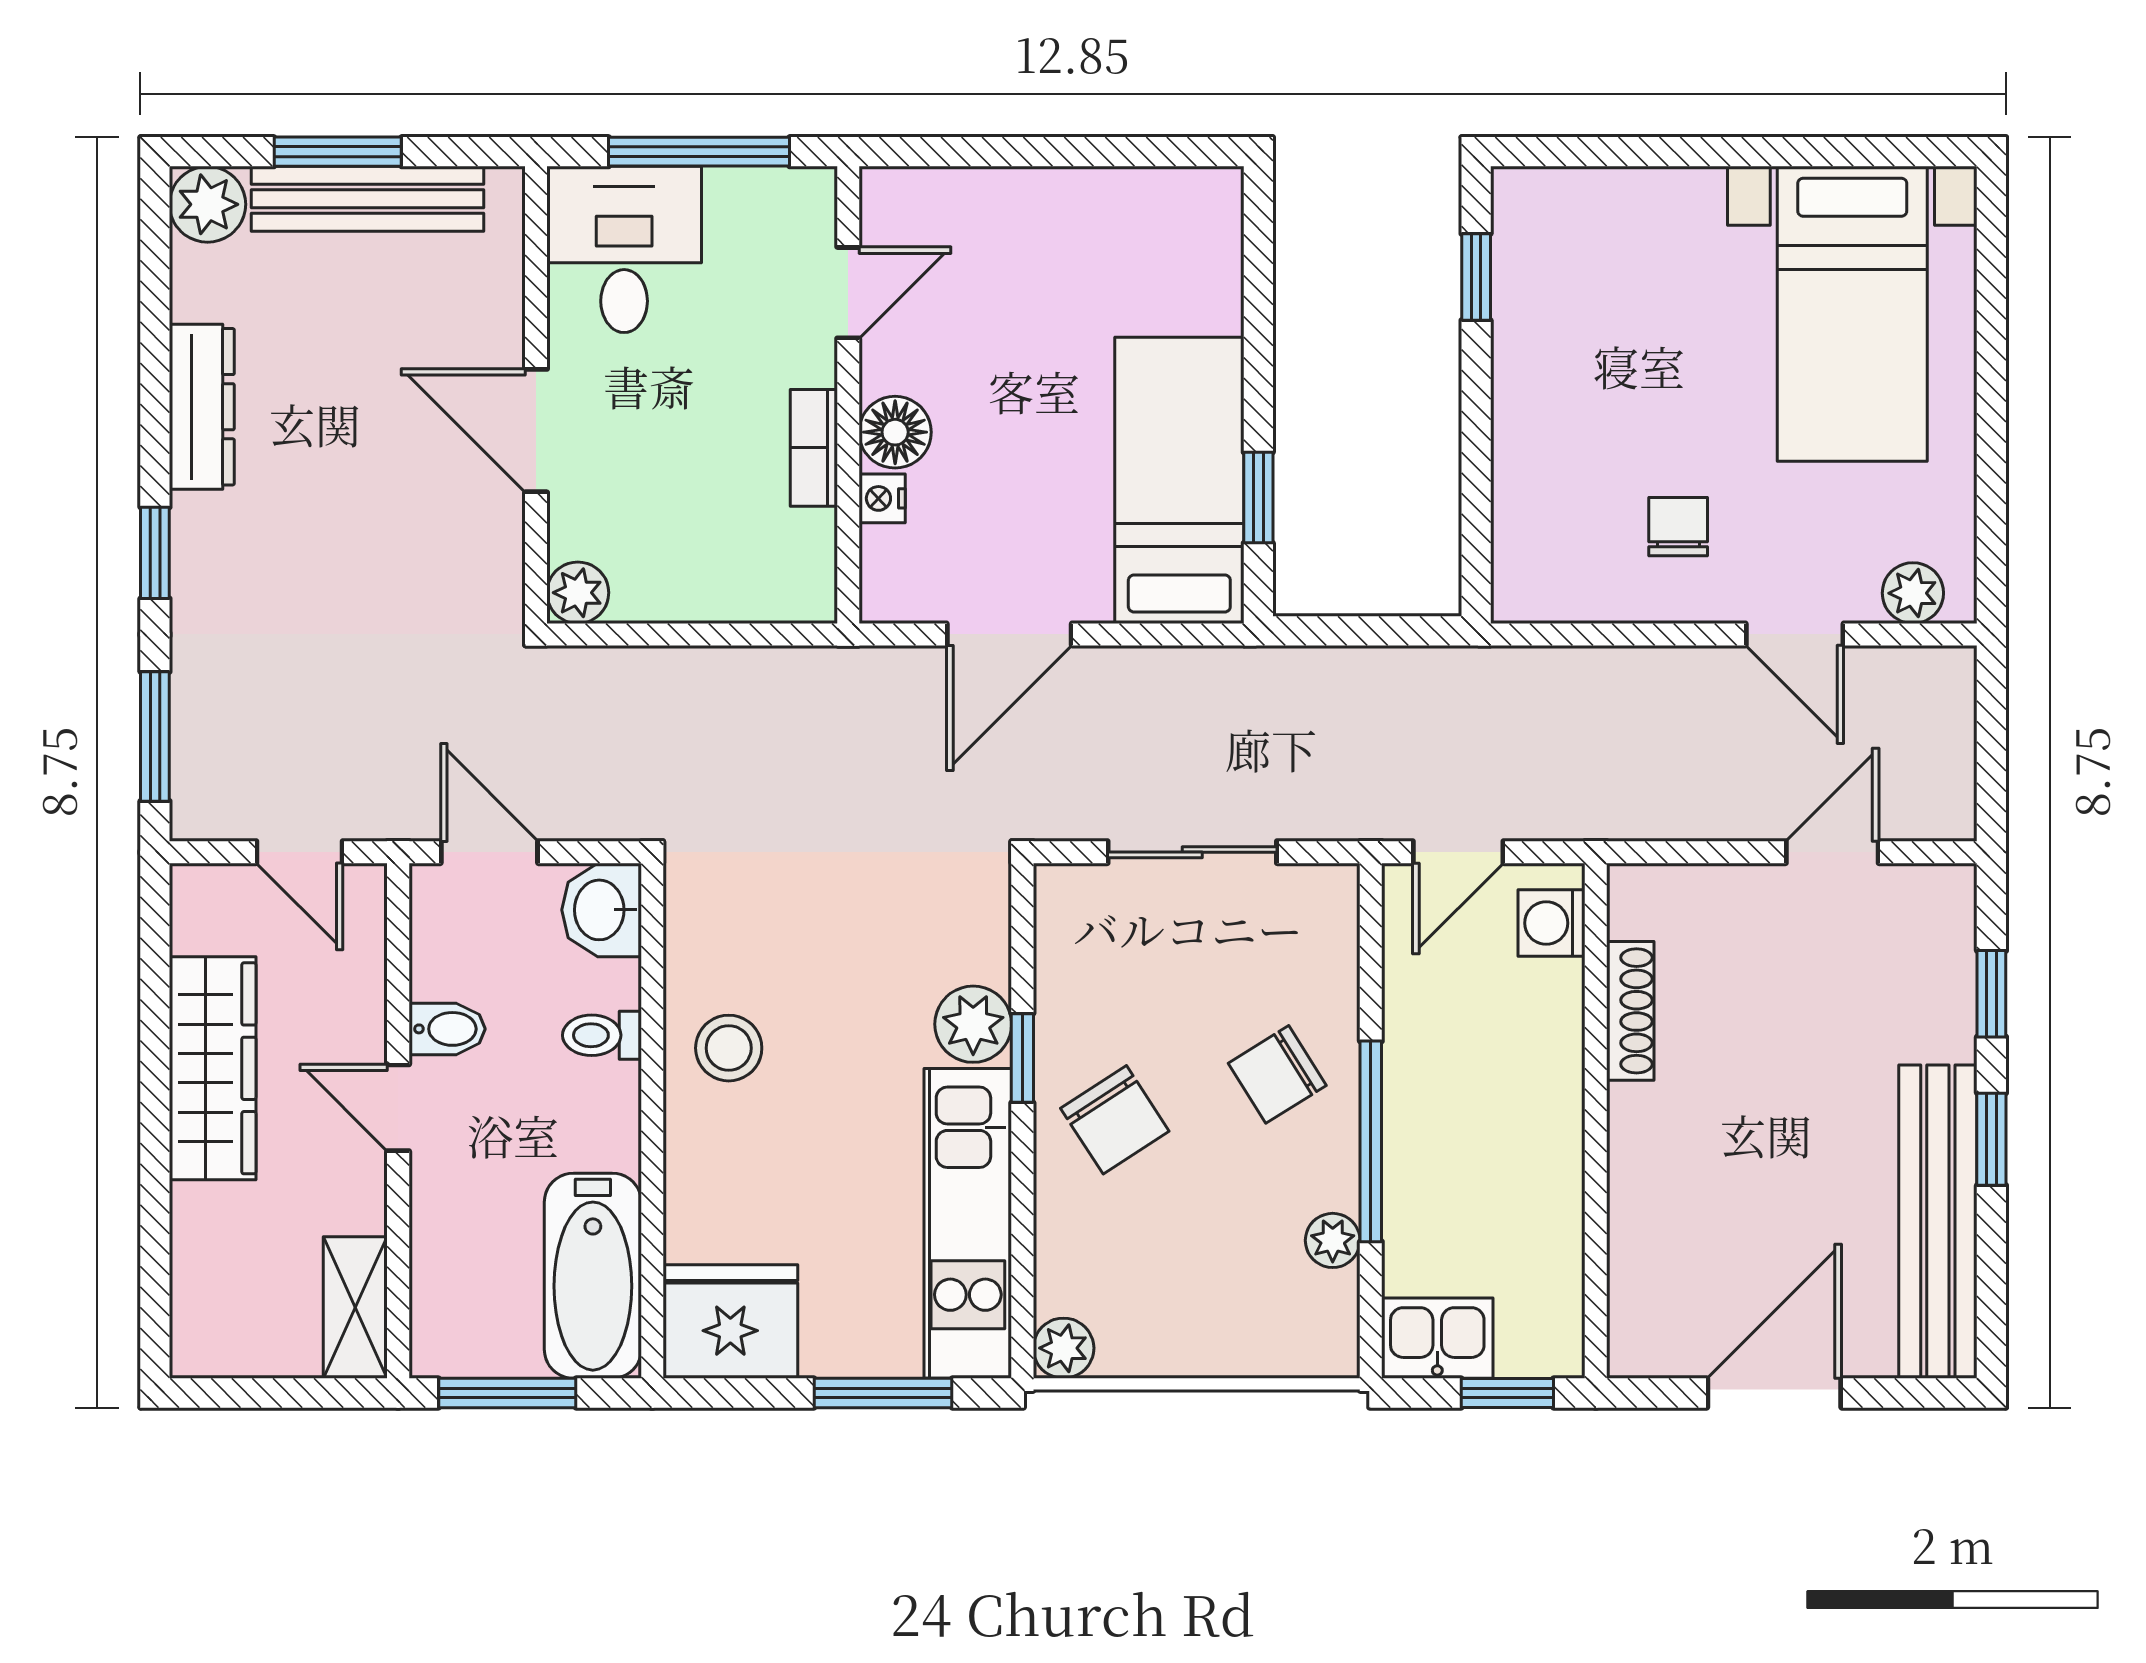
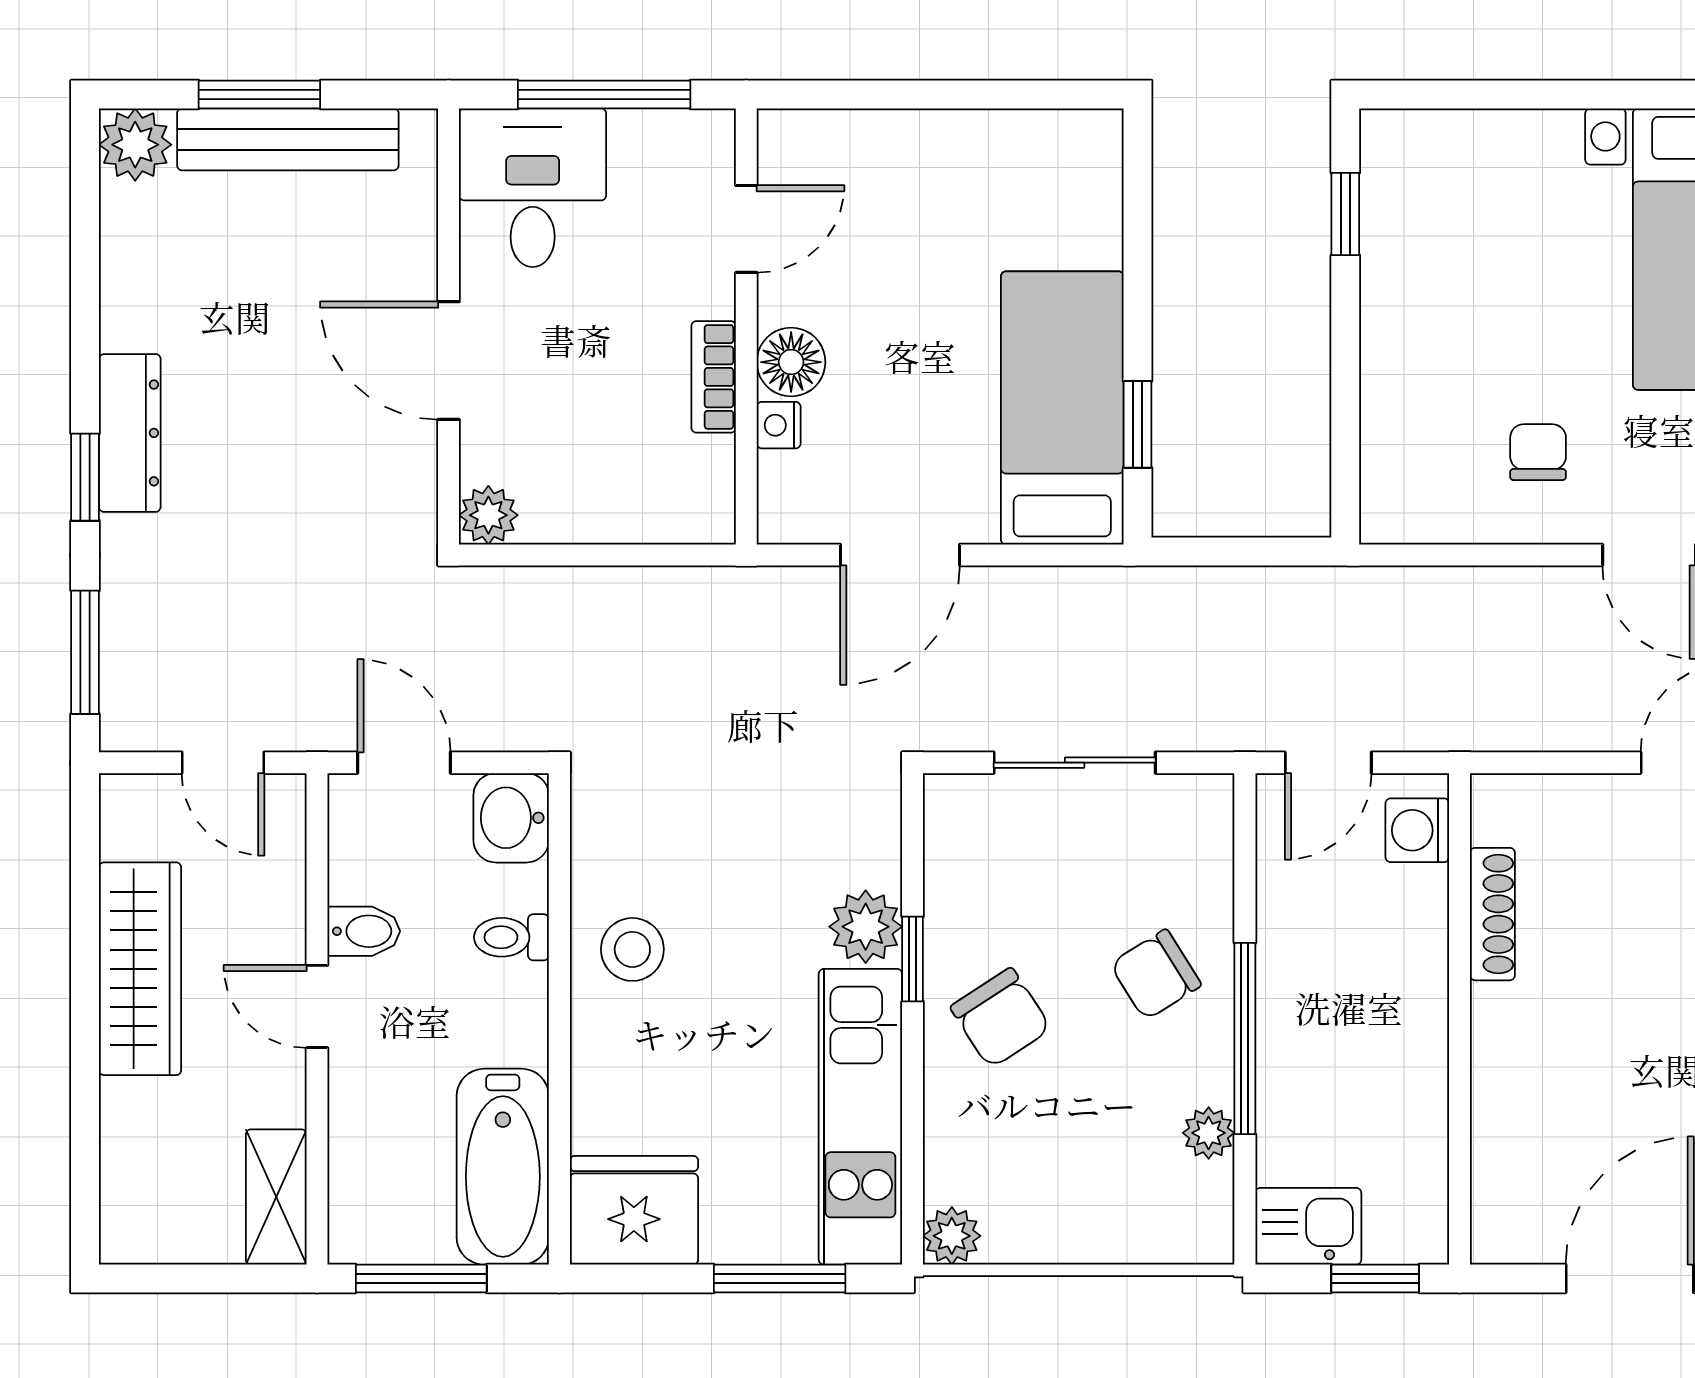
dresser: (202, 407) -> (130, 433), moved

